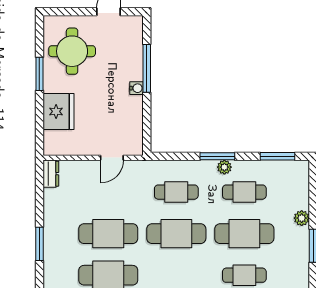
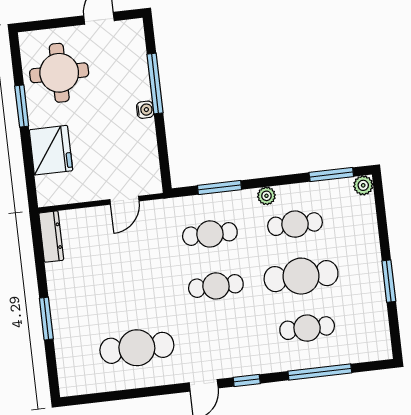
window: (217, 156) -> (220, 187), moved
dresser: (51, 174) -> (51, 237), width x1.44
plant: (302, 218) -> (363, 185), moved
cafe table: (108, 234) -> (131, 296), removed
cafe table: (176, 234) -> (216, 286), width x0.73, depth x0.74

